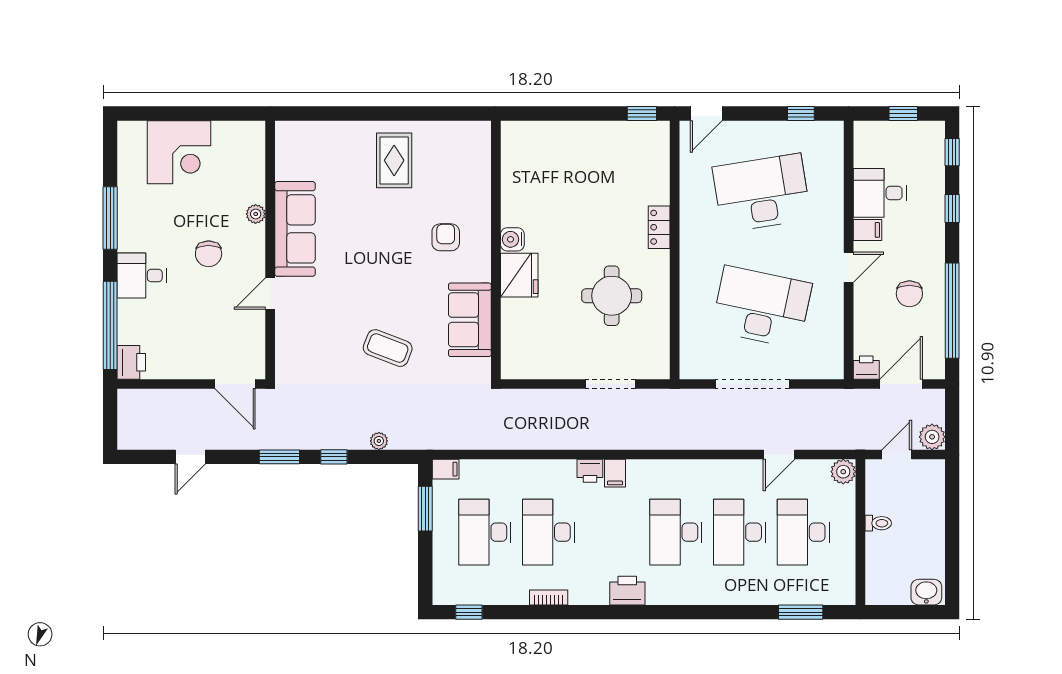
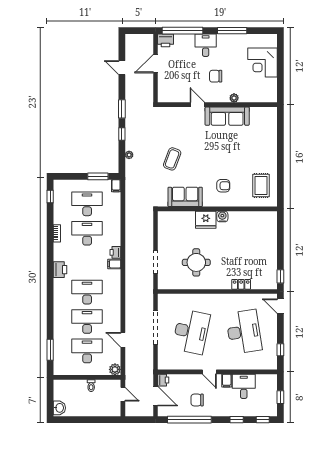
rug: (394, 160) -> (261, 186), moved, turned 90
locker: (659, 227) -> (241, 284), moved
door: (235, 384) -> (155, 64), moved
plant: (932, 437) -> (131, 410), removed

